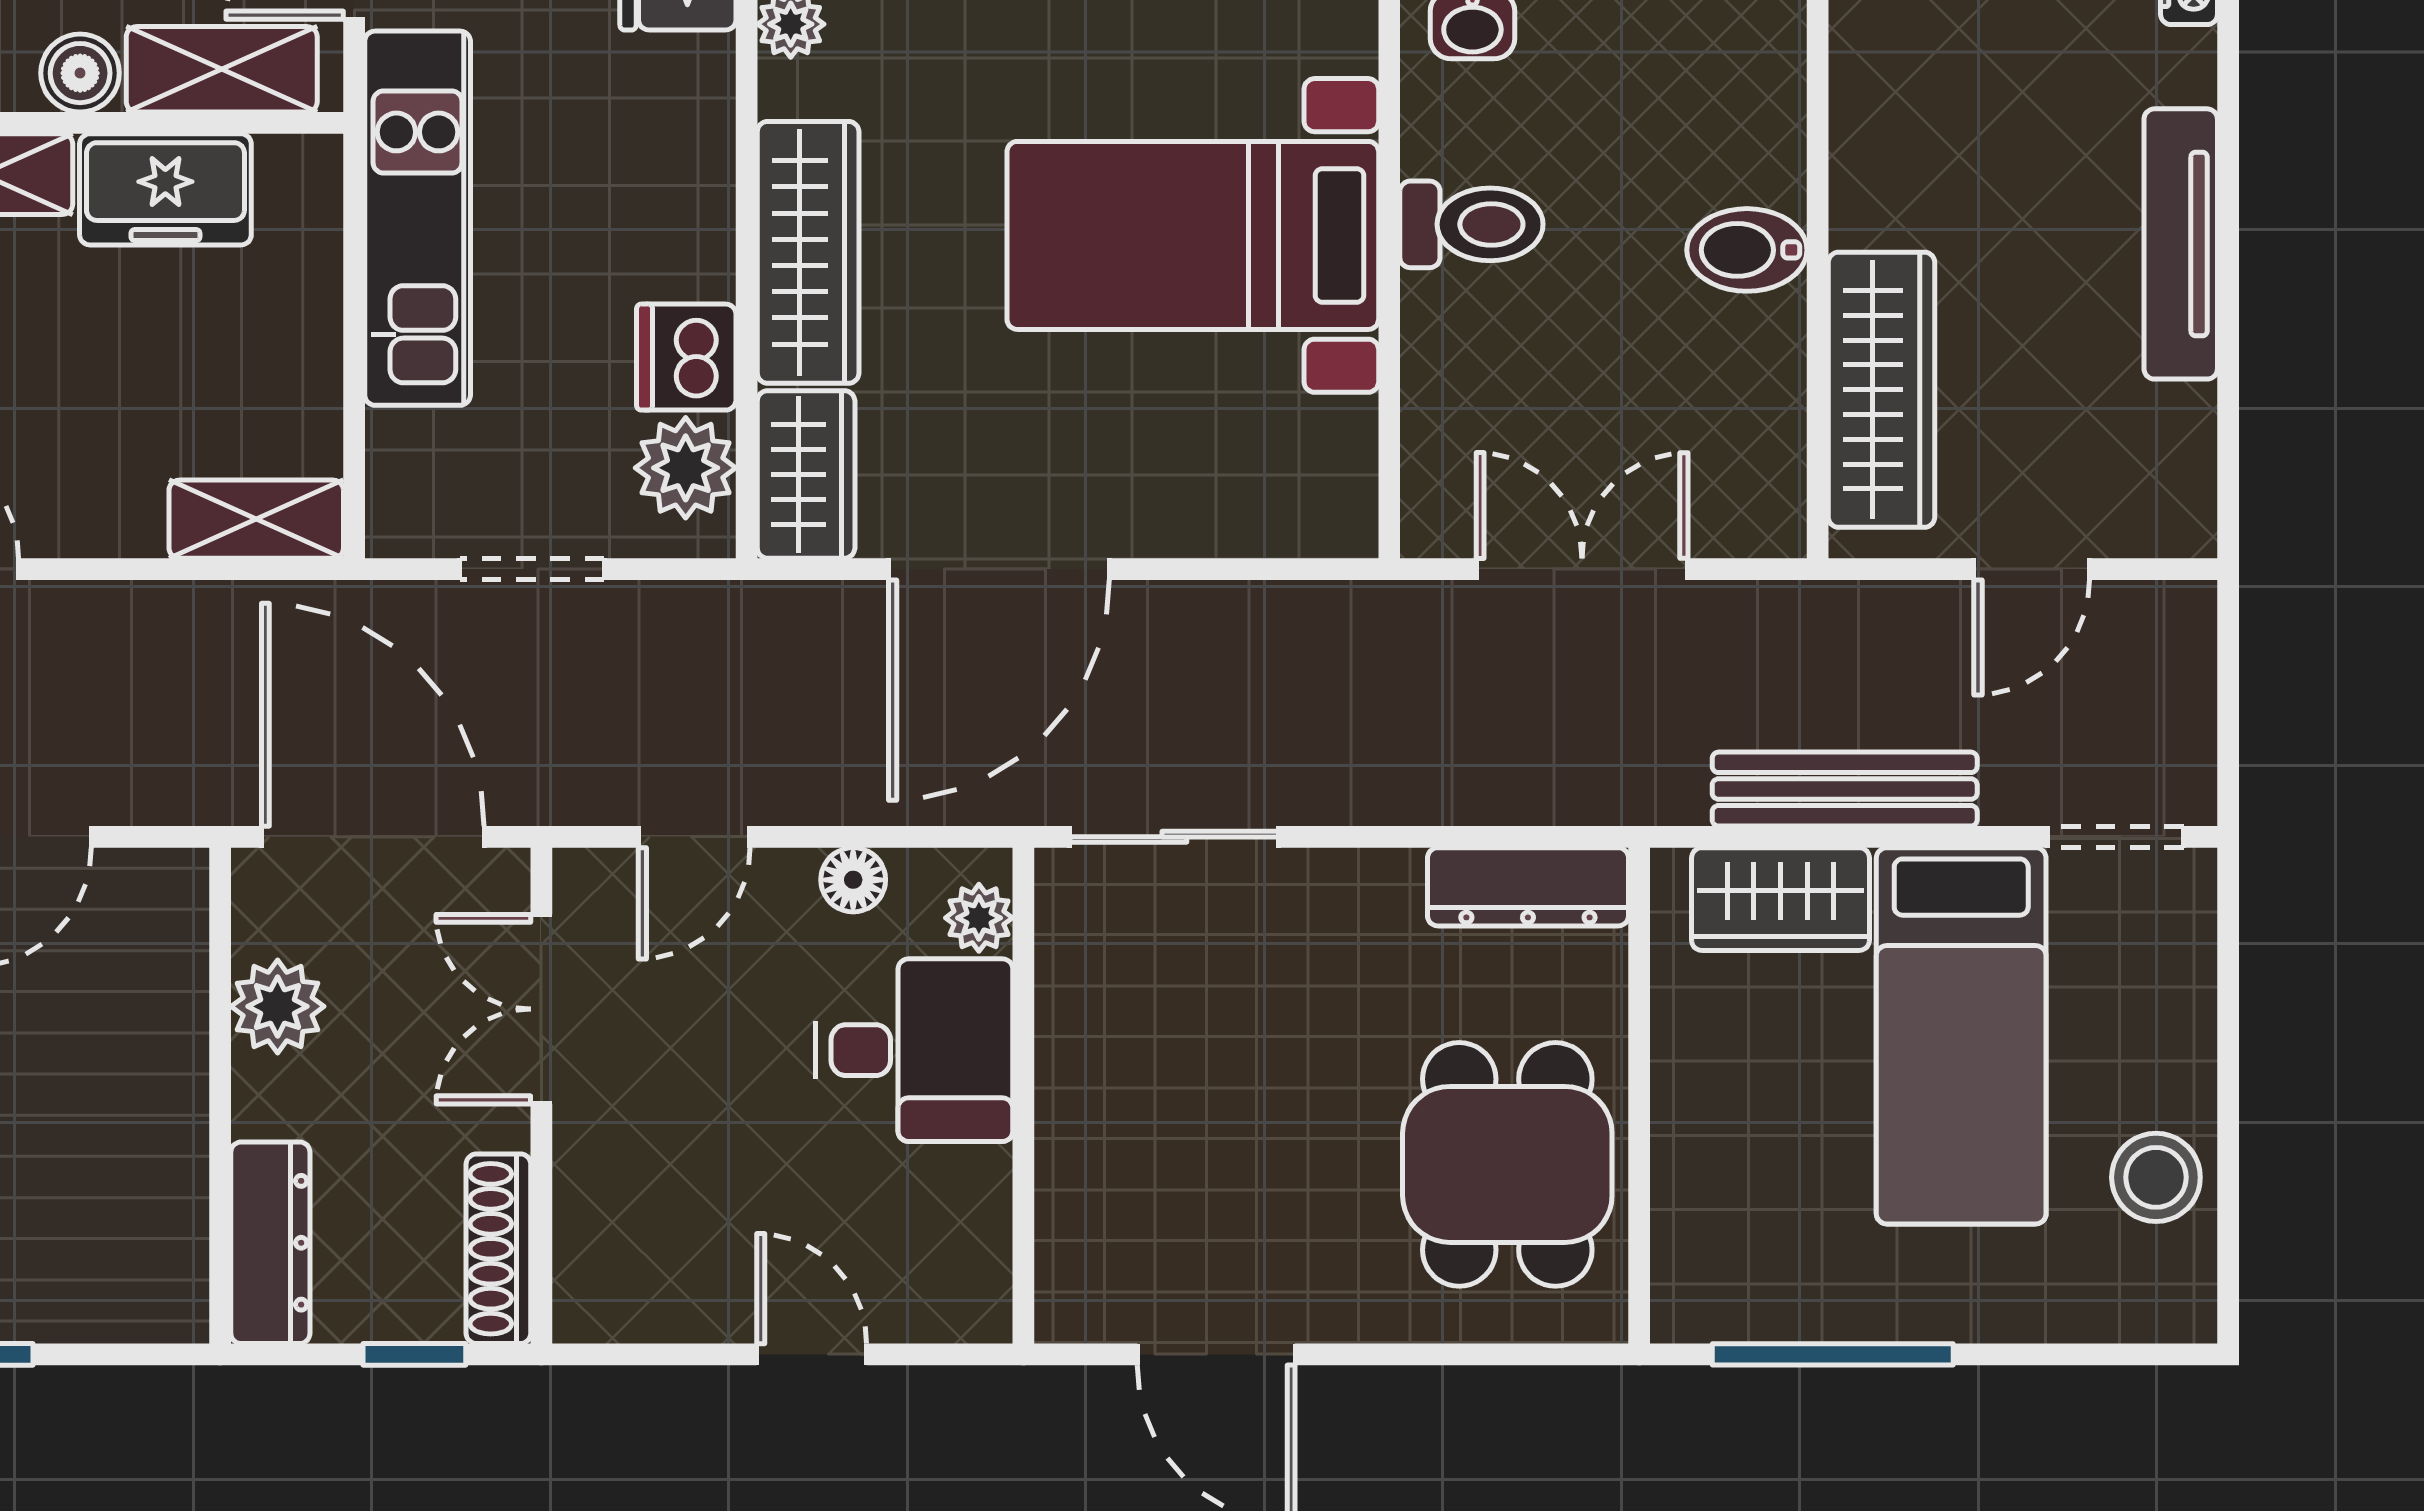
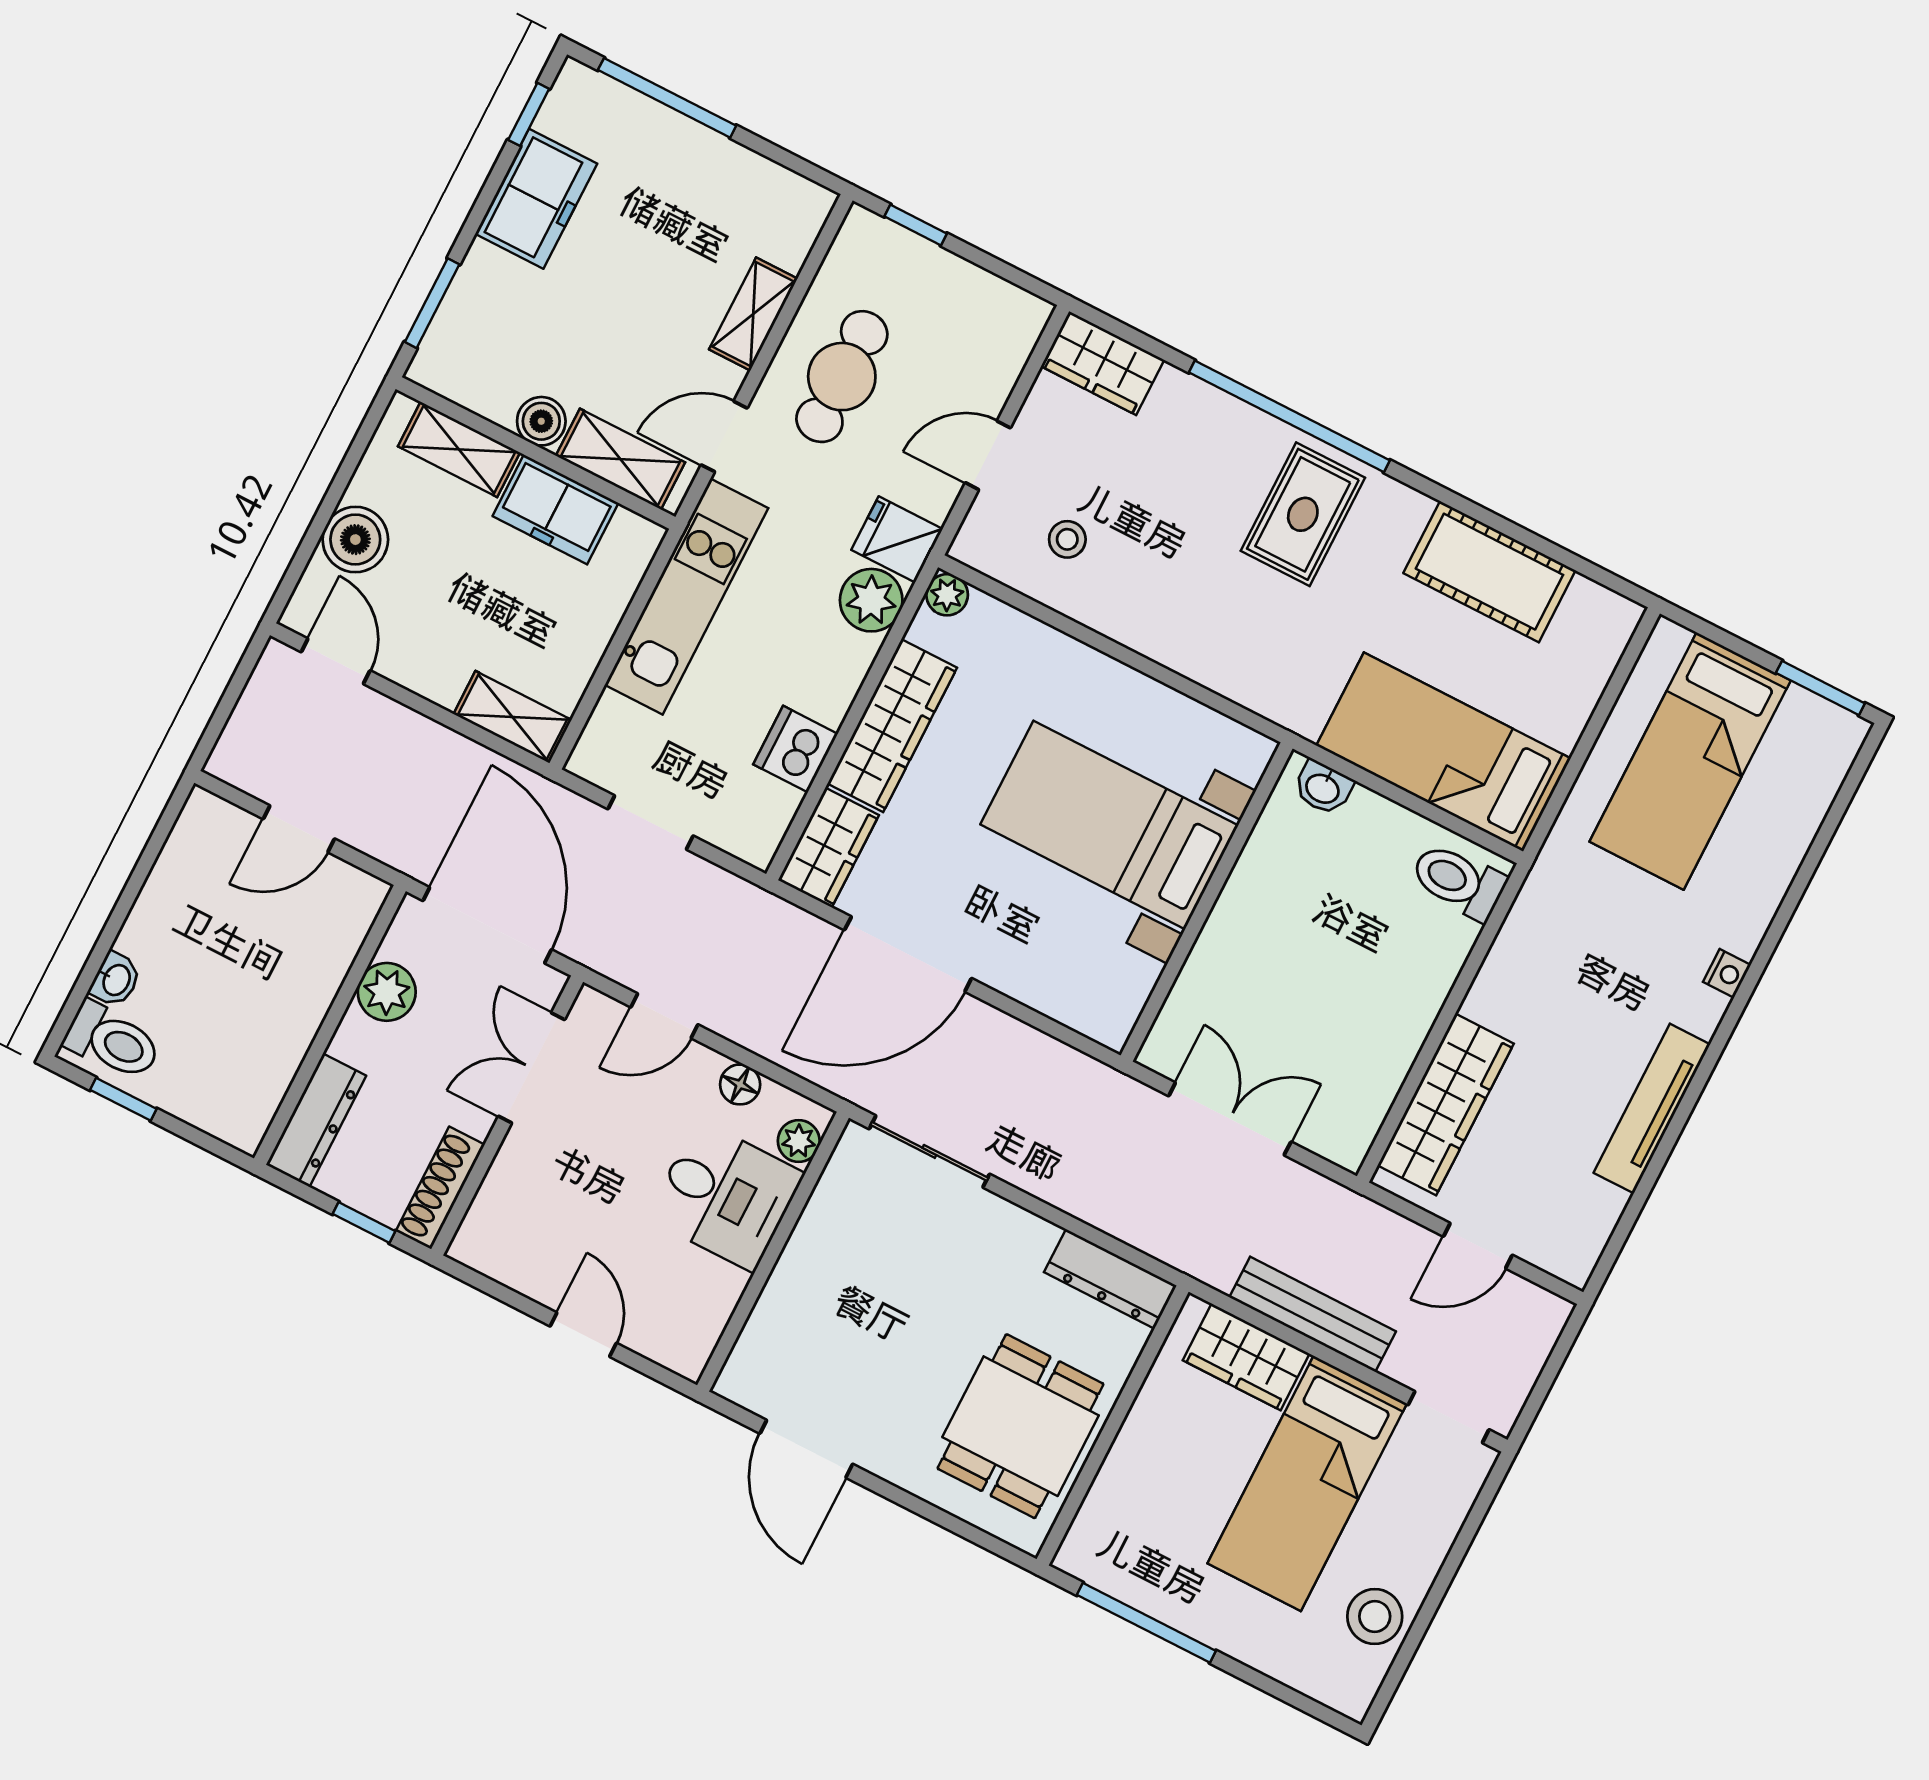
toilet: (1471, 224) -> (1458, 881), moved, turned 180
bidet: (1747, 250) -> (1411, 989), removed
plant: (686, 468) -> (871, 600), moved

